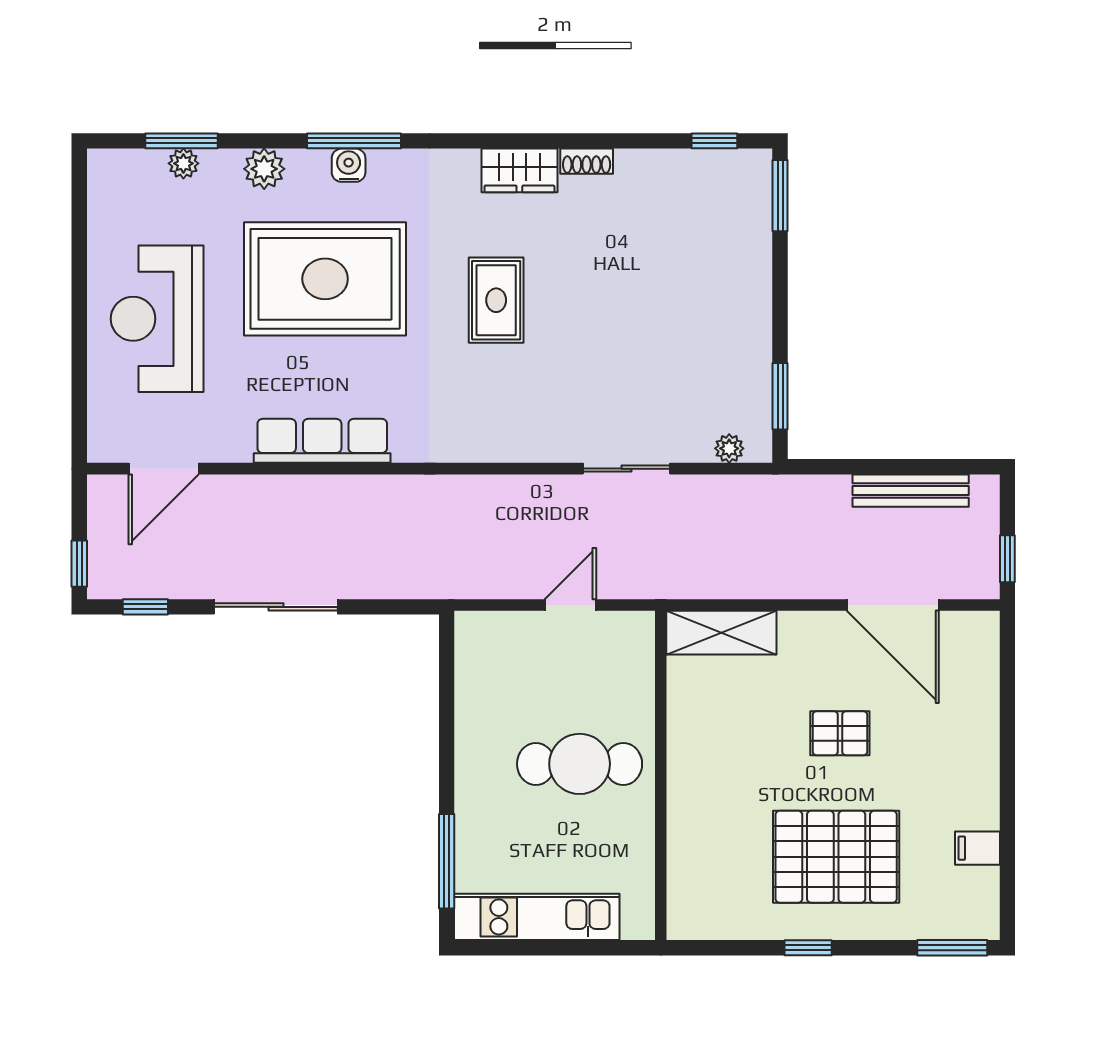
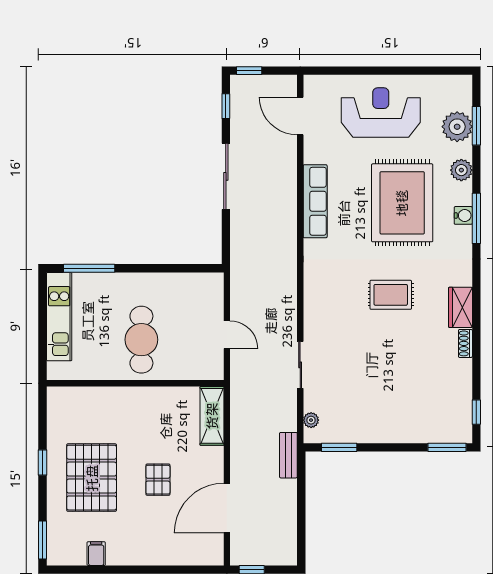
plant: (183, 163) -> (457, 127), width x1.88, depth x1.88
bench: (911, 491) -> (288, 455), moved, width x0.73

